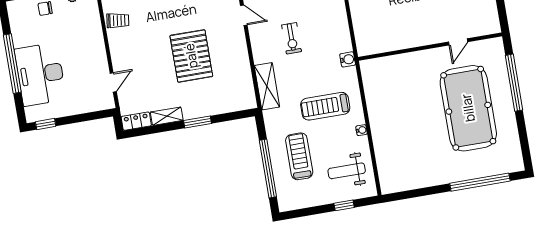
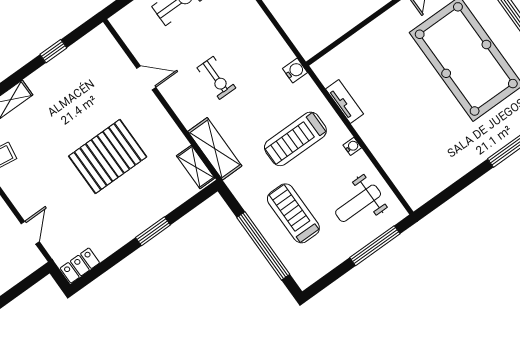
pallet: (191, 56) -> (108, 156), turned 90
tv unit: (371, 97) -> (345, 101), added
shelving: (167, 116) -> (196, 167), moved, turned 90
window: (344, 205) -> (375, 246), width x2.17

